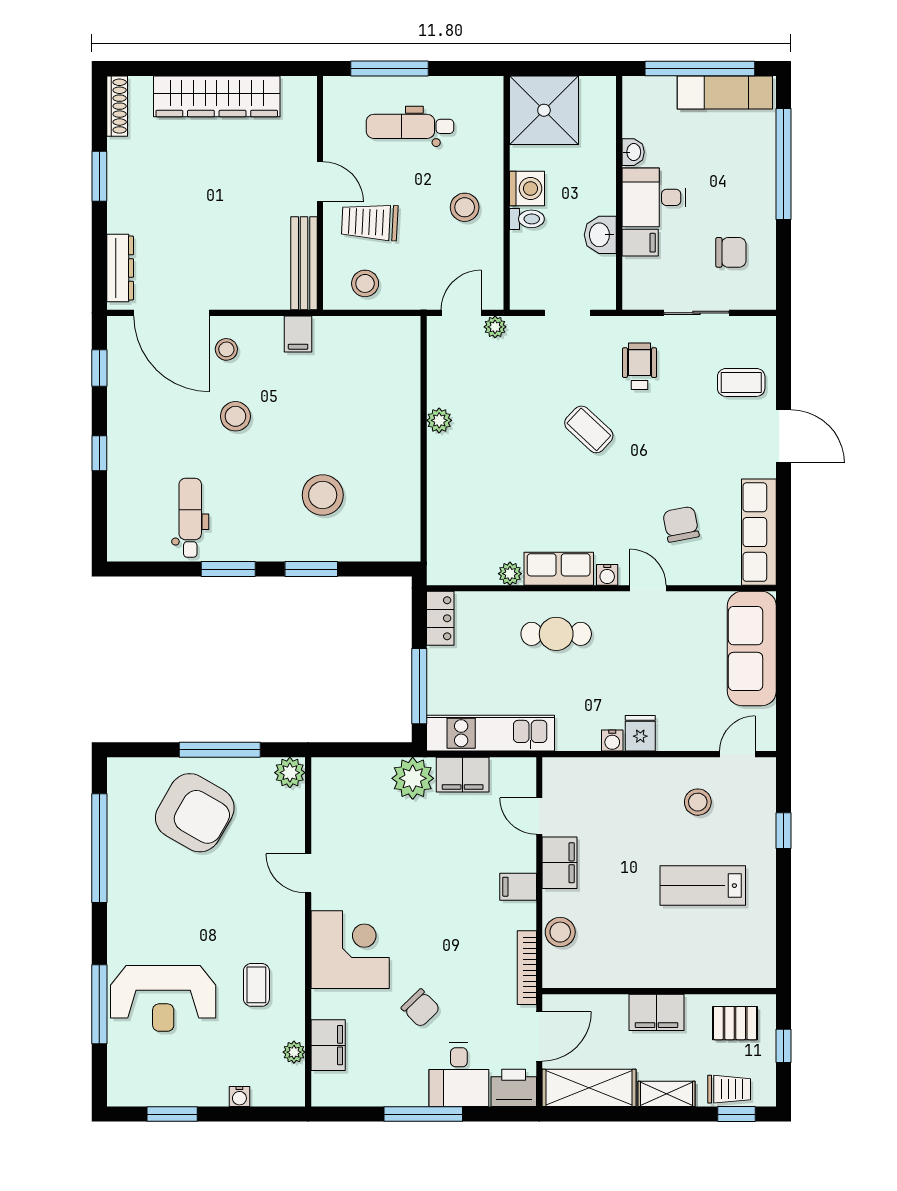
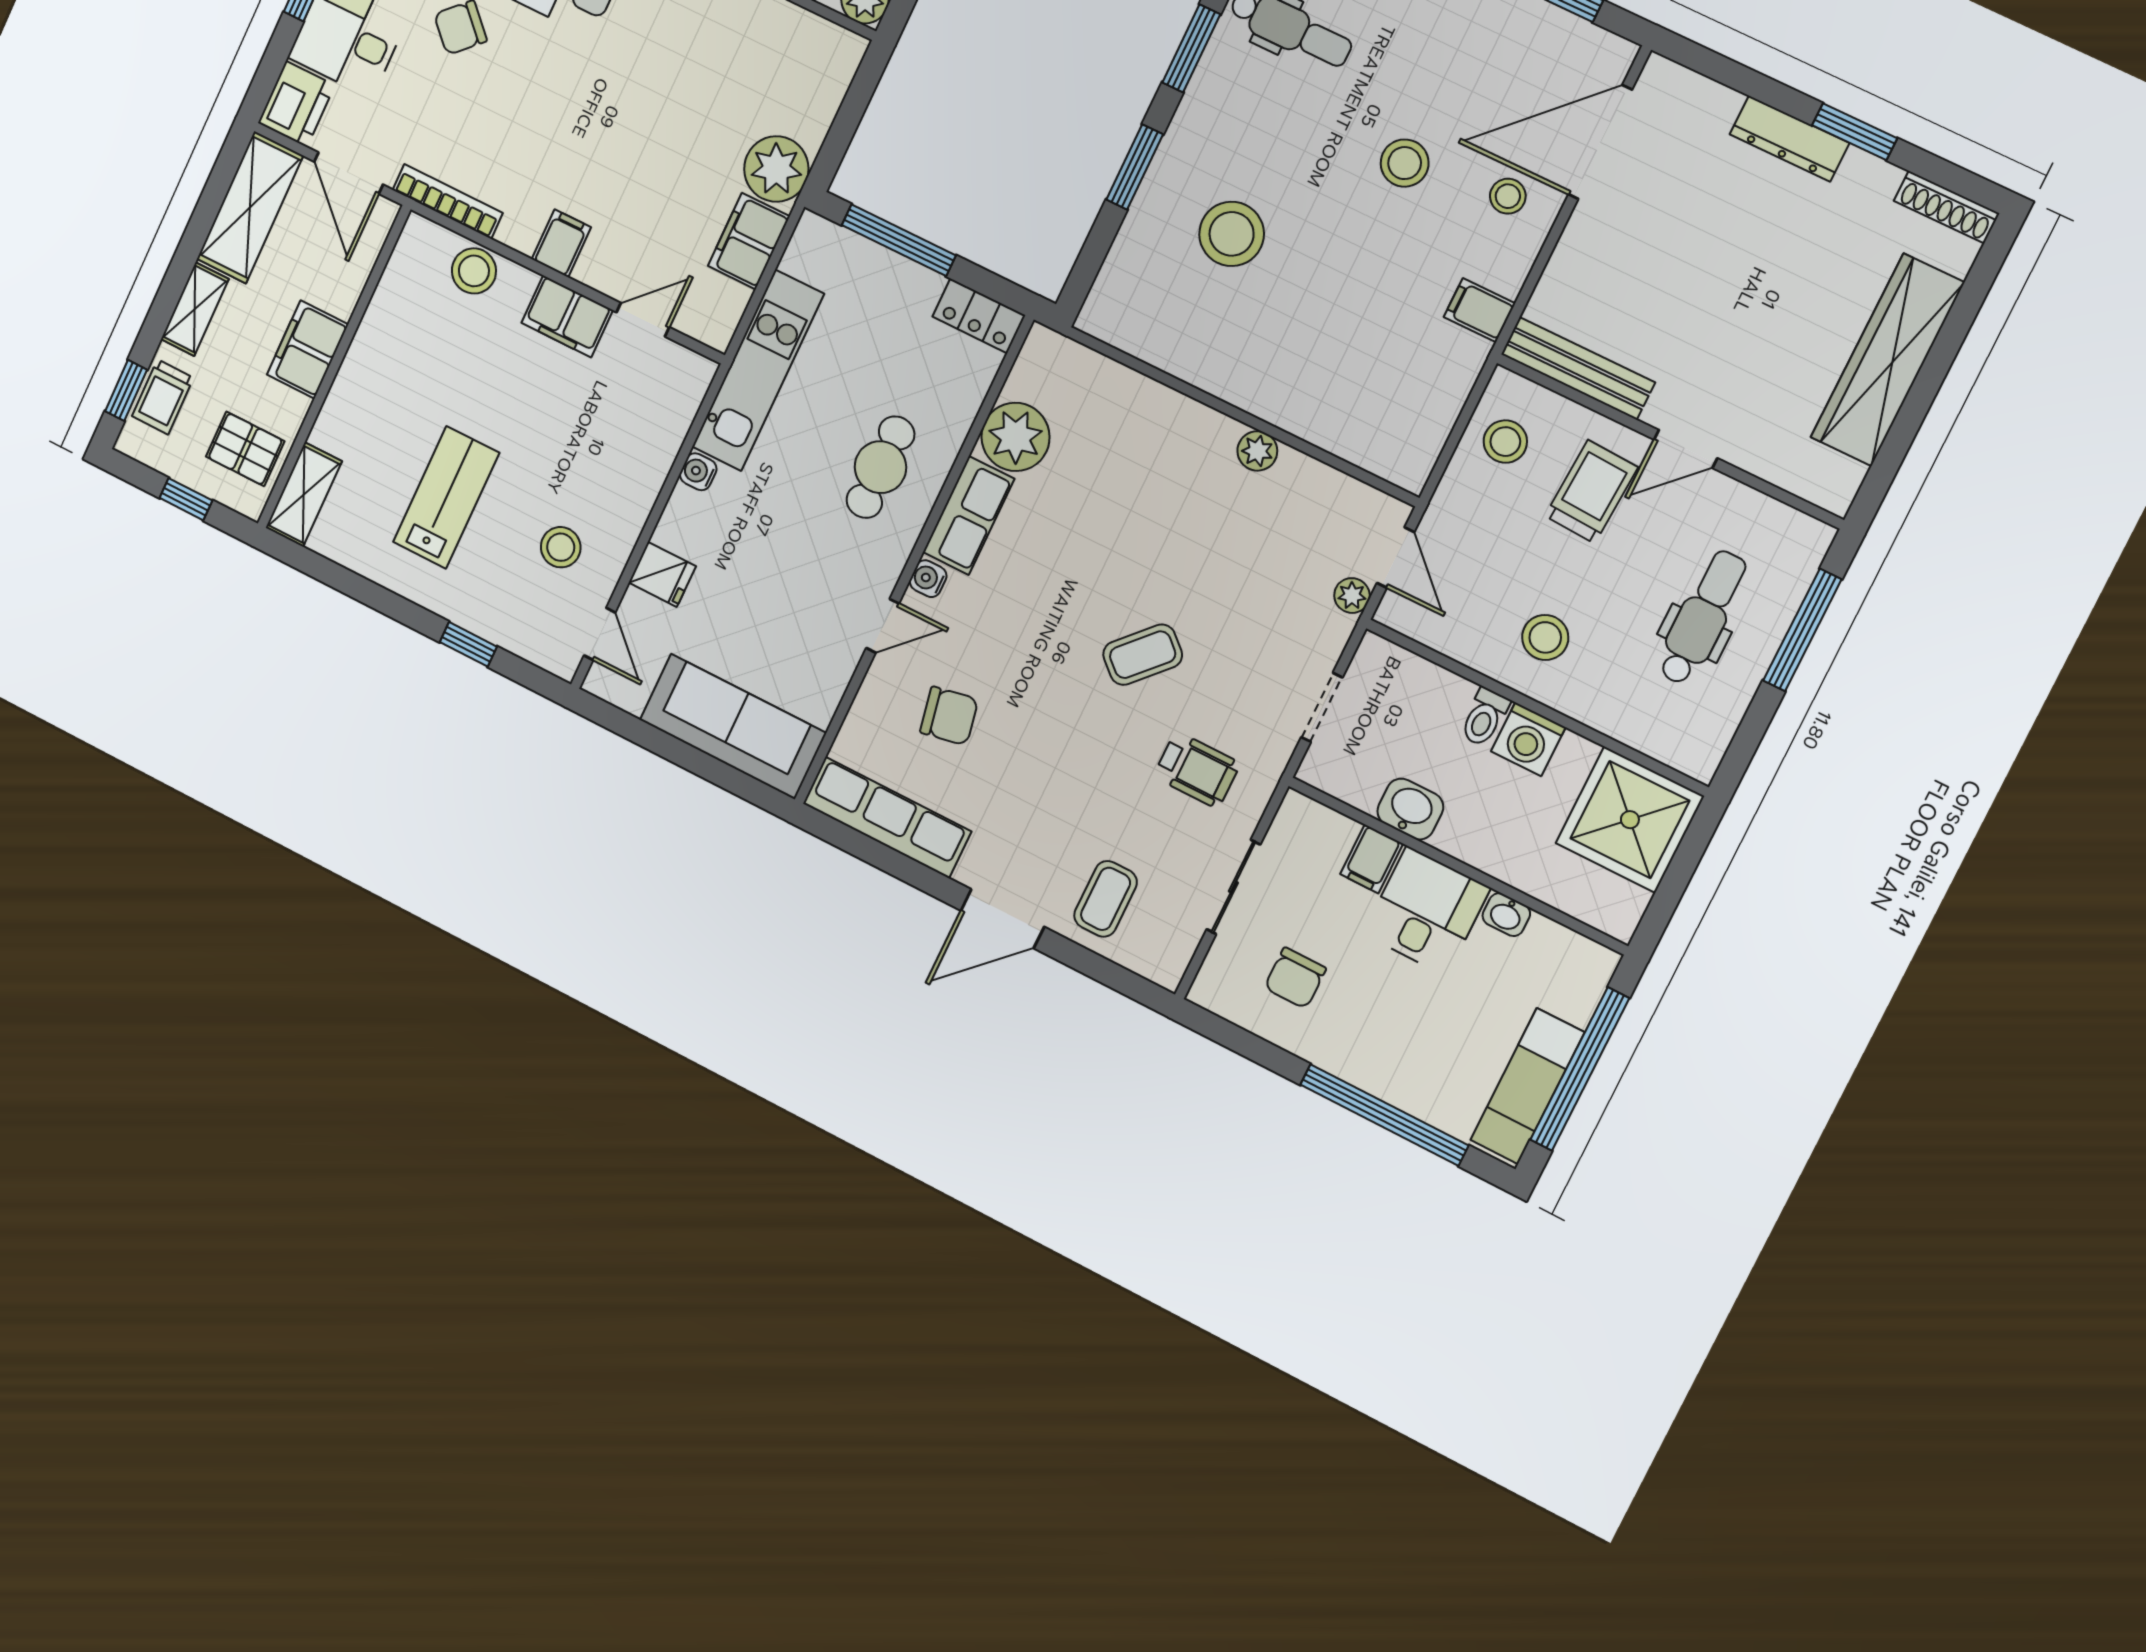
dresser: (120, 268) -> (1789, 139), moved
plant: (510, 574) -> (1016, 437), width x1.87, depth x1.87
kitchen unit: (491, 733) -> (758, 370), moved
fridge: (640, 733) -> (662, 574), moved
shelving: (744, 974) -> (304, 495), added
pallet: (735, 1023) -> (245, 449), turned 90

